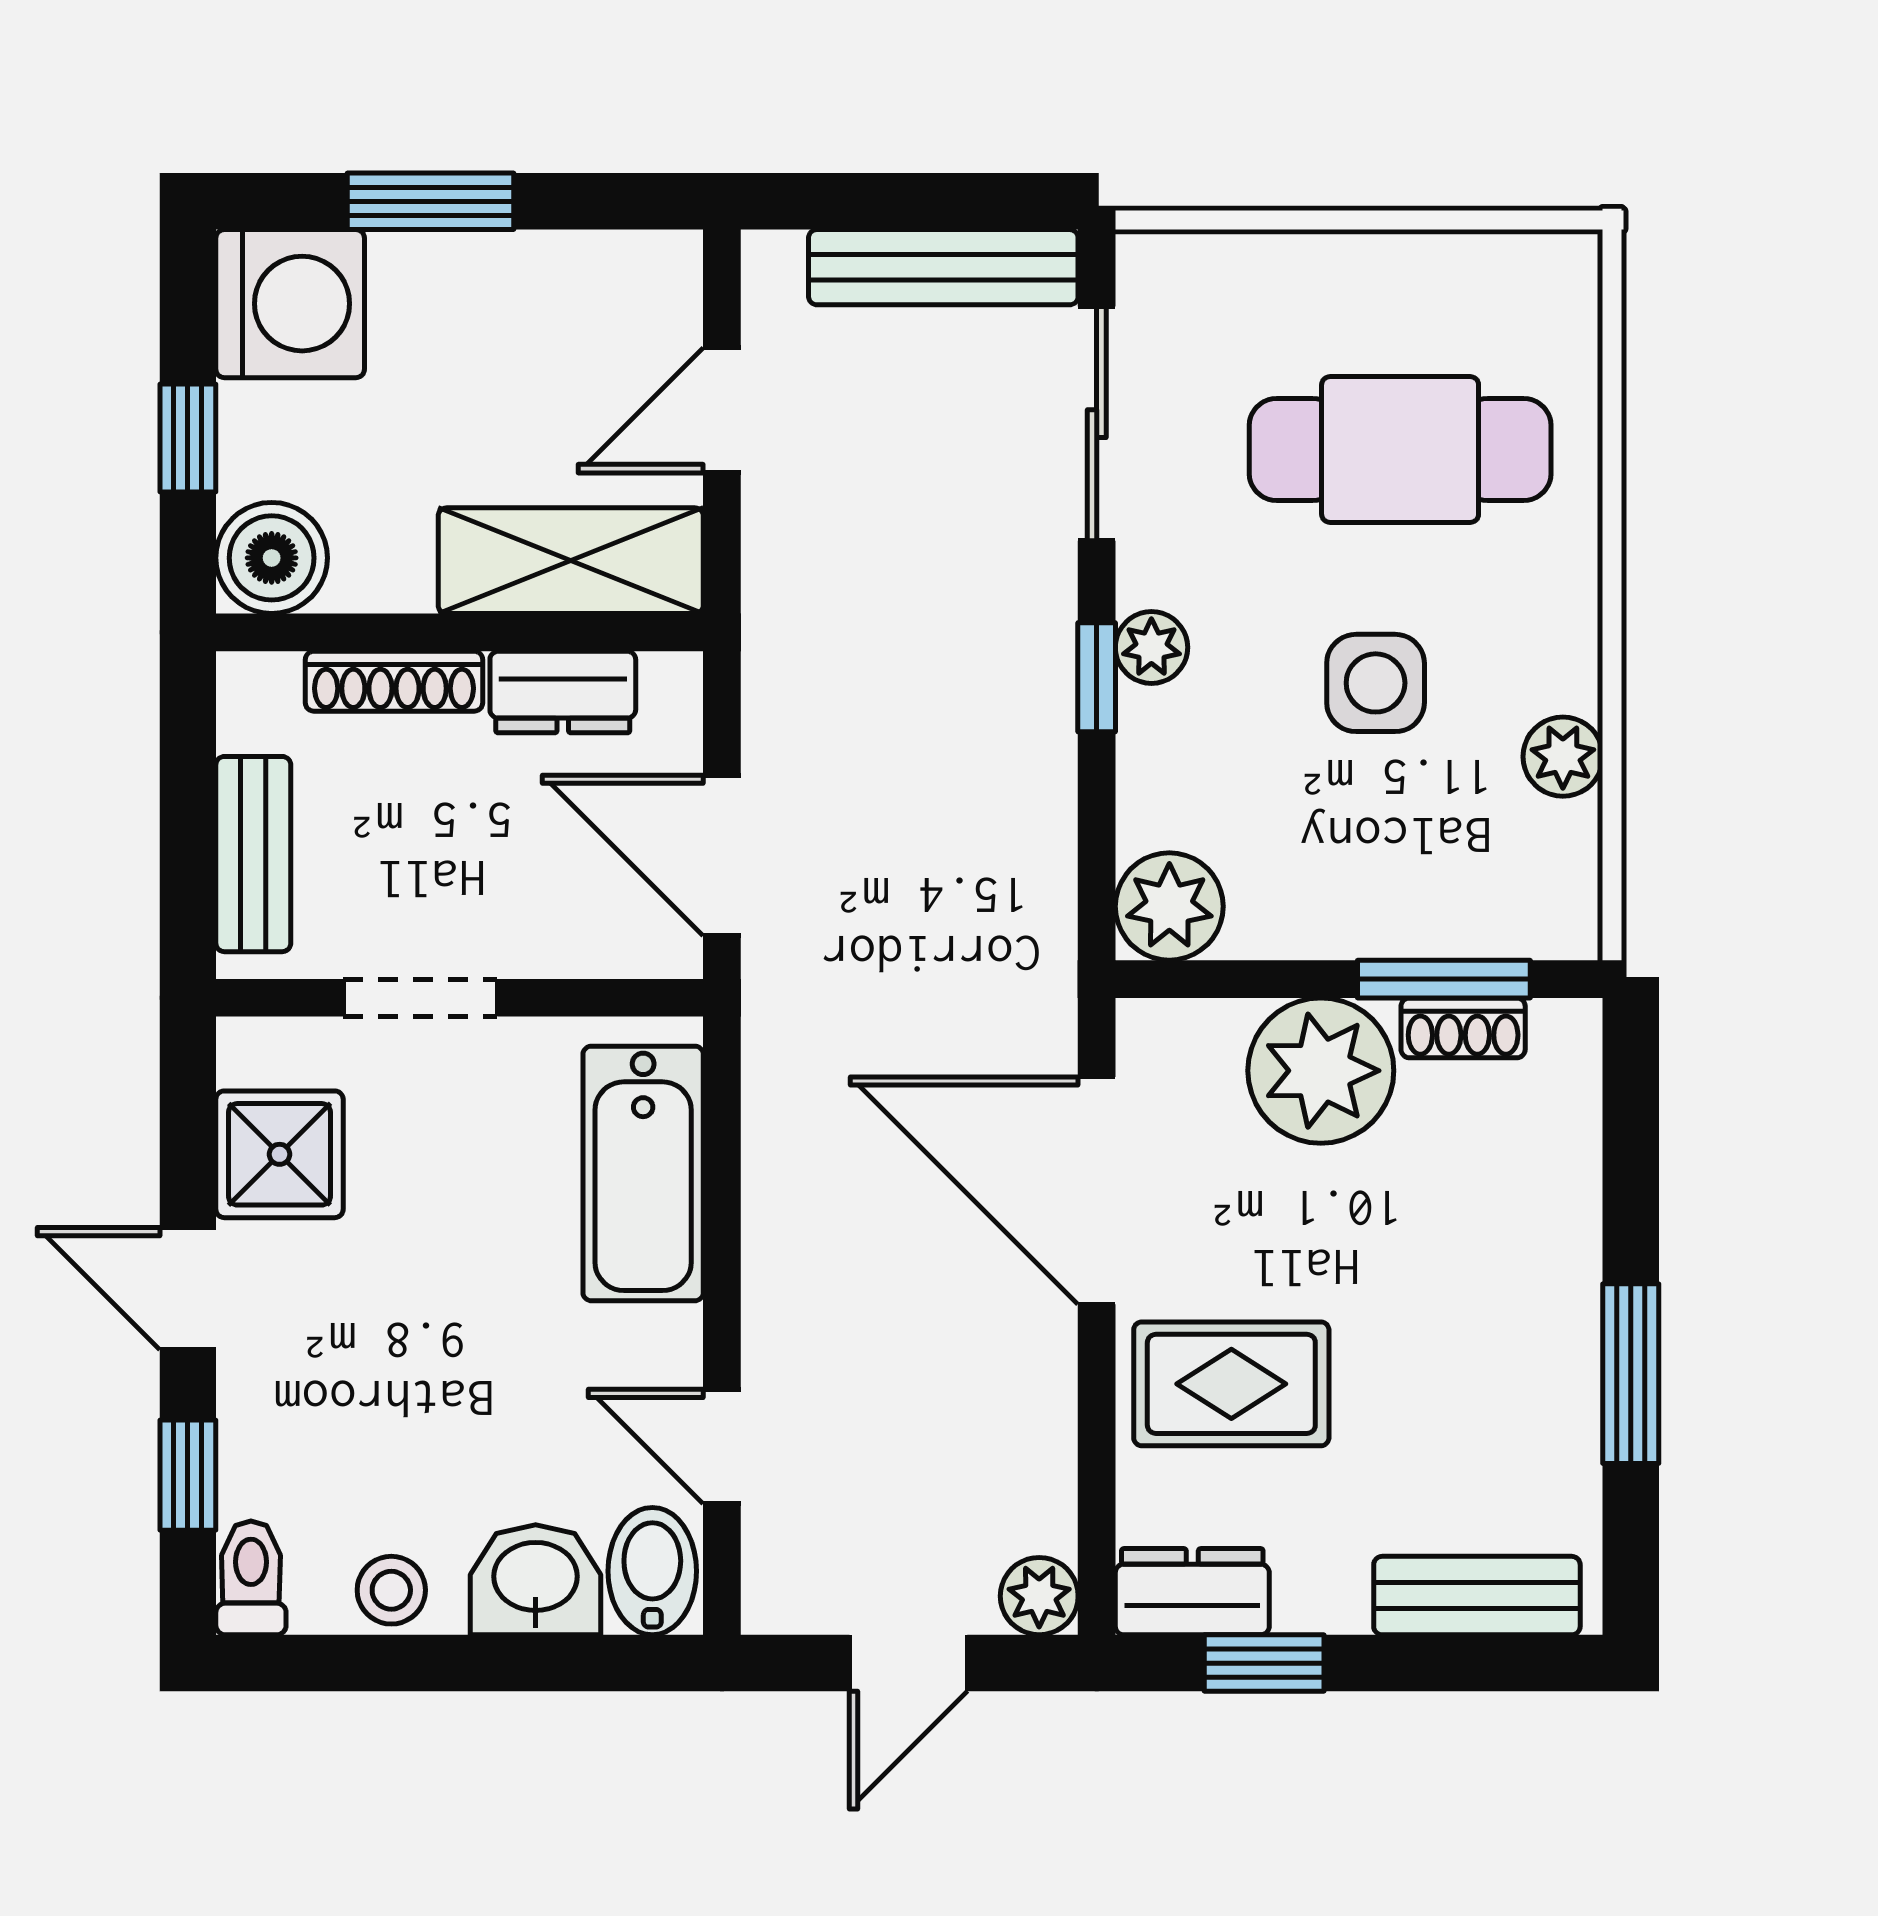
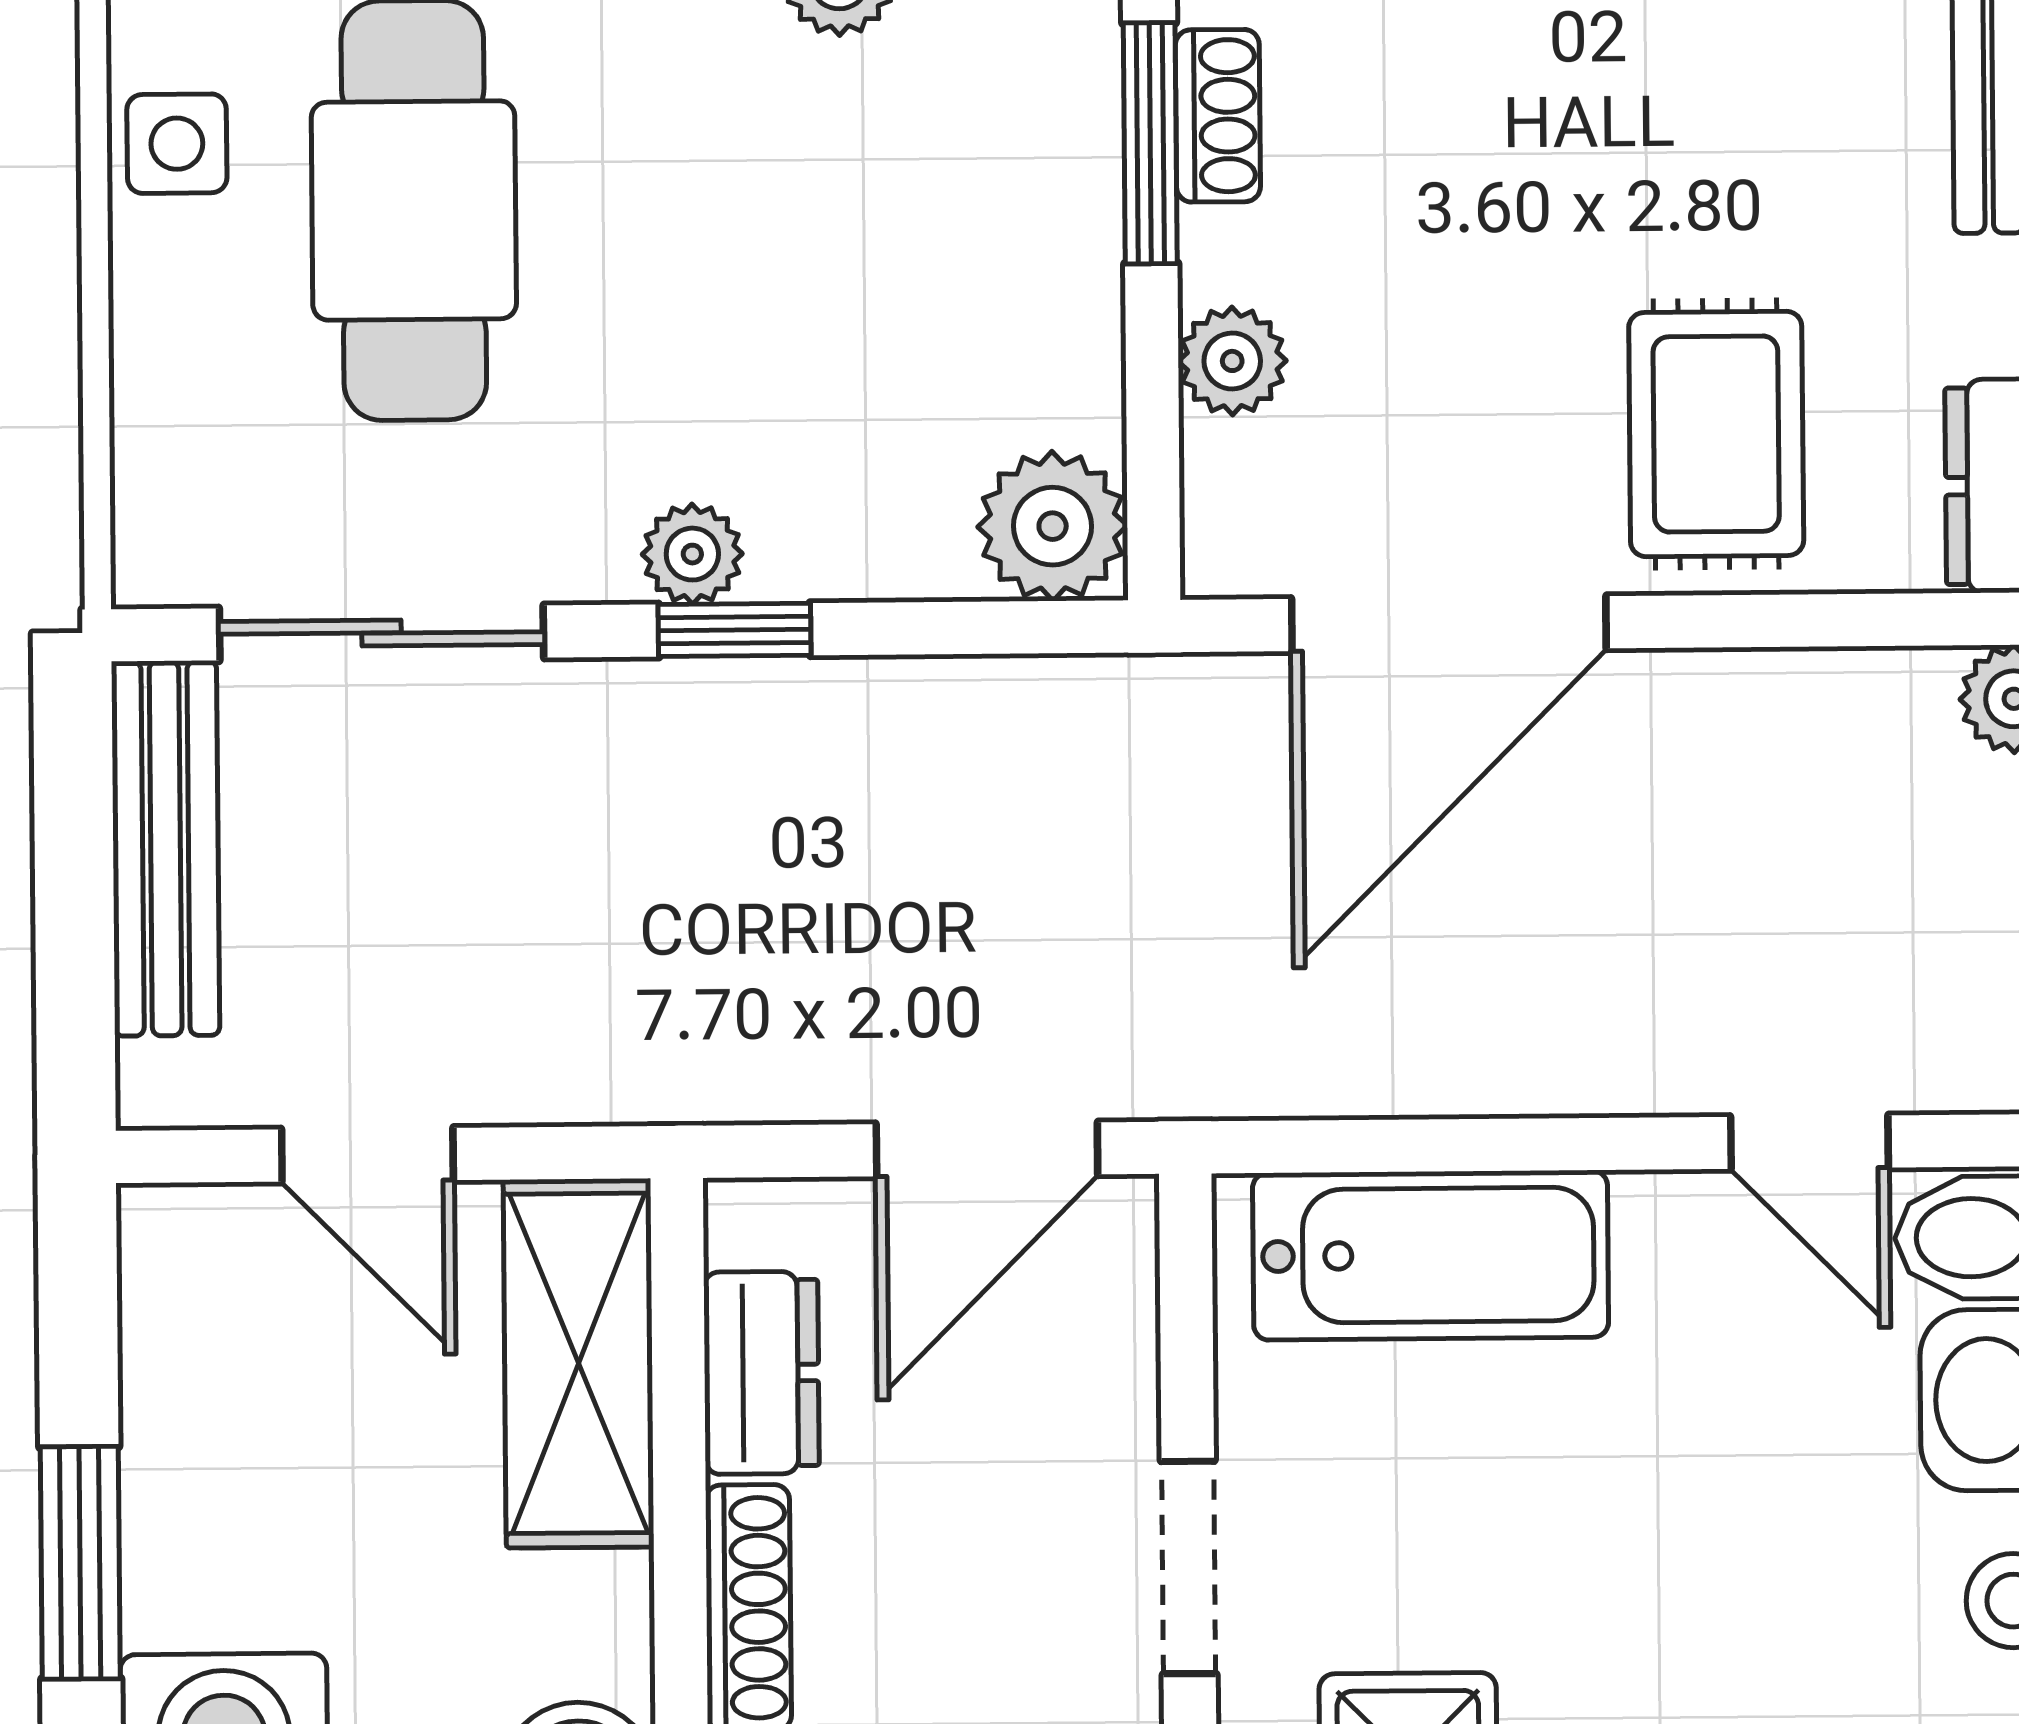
side table: (1376, 683) -> (177, 144), moved, width x0.73, depth x0.73
plant: (1321, 1071) -> (1232, 361), width x0.53, depth x0.53
door: (722, 1446) -> (1809, 1142), hinge flipped

